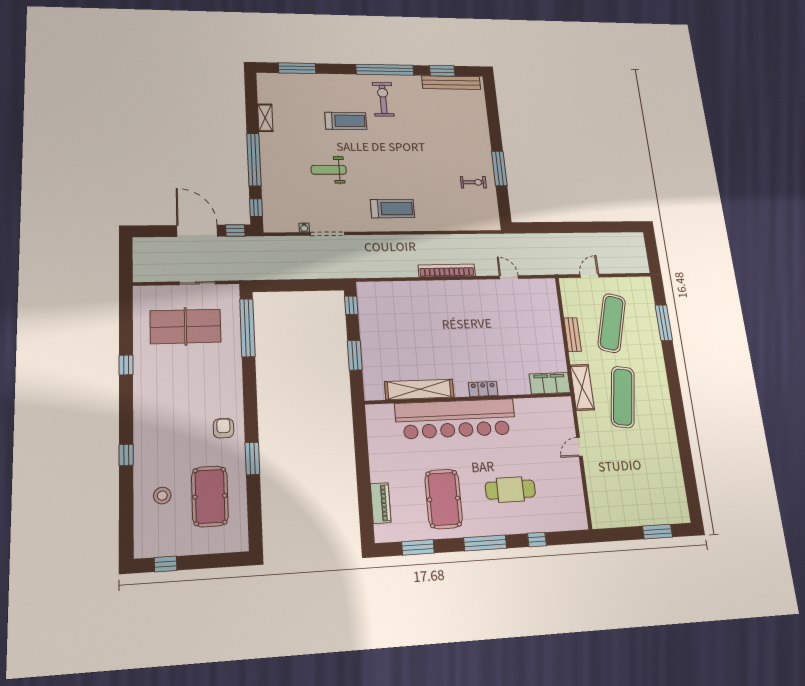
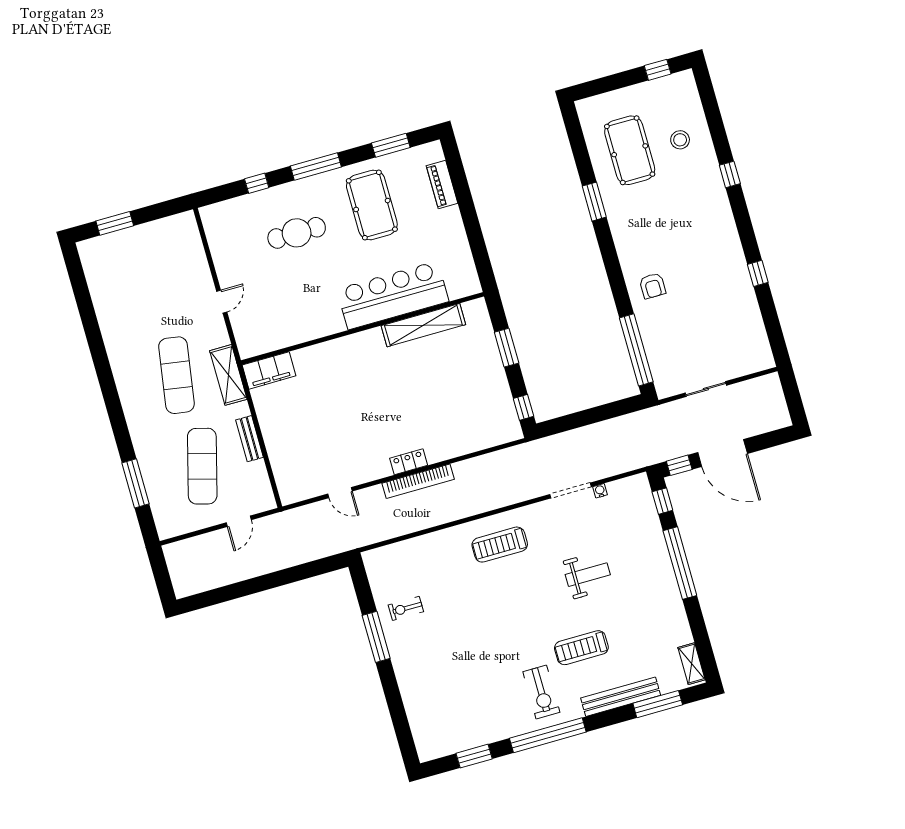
bench: (451, 83) -> (621, 697), moved
shelving: (265, 118) -> (691, 664), moved
table tennis table: (185, 326) -> (705, 334), removed
locker: (483, 389) -> (409, 462), moved, turned 180
bar counter: (456, 419) -> (393, 295), width x0.73
armchair: (223, 428) -> (653, 286), moved

